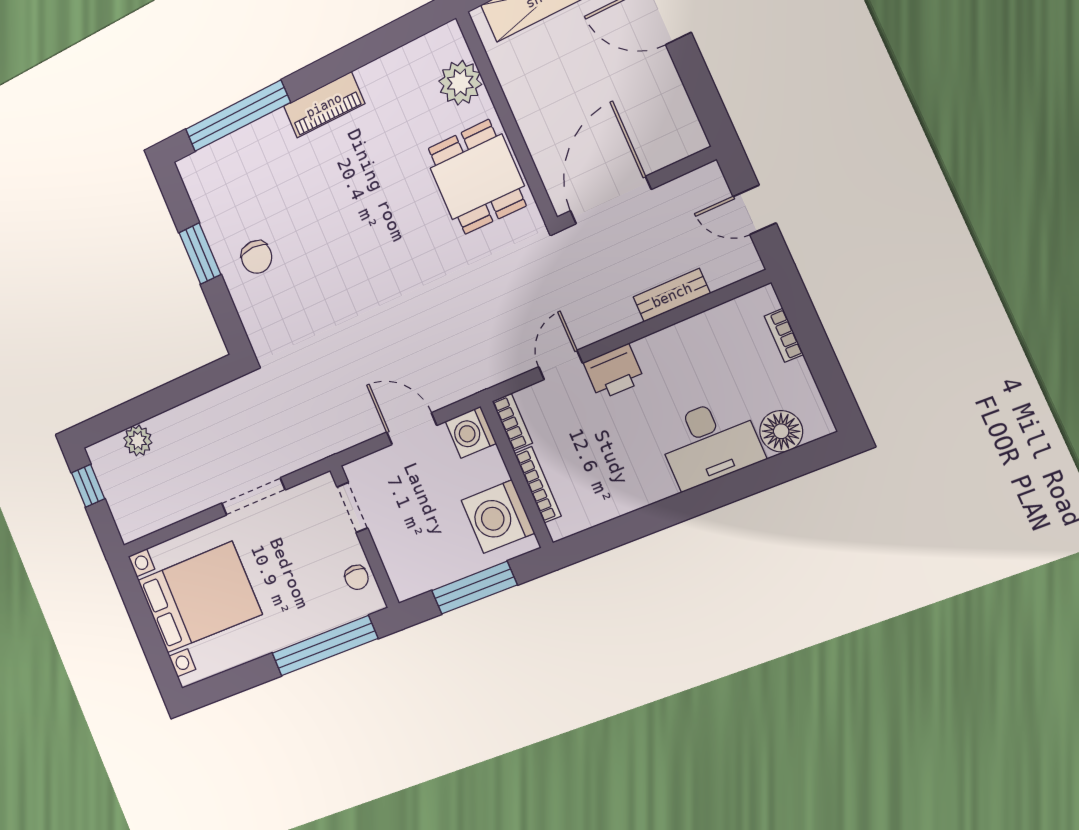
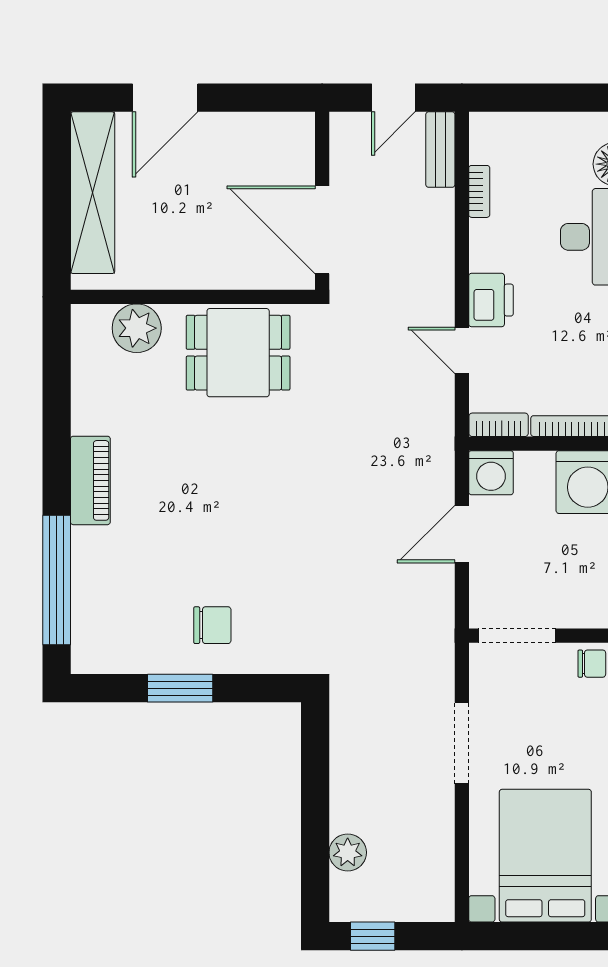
bench: (672, 295) -> (440, 150), moved
bookcase: (784, 335) -> (479, 191), moved, turned -90
doorway: (352, 507) -> (517, 636), width x1.38

